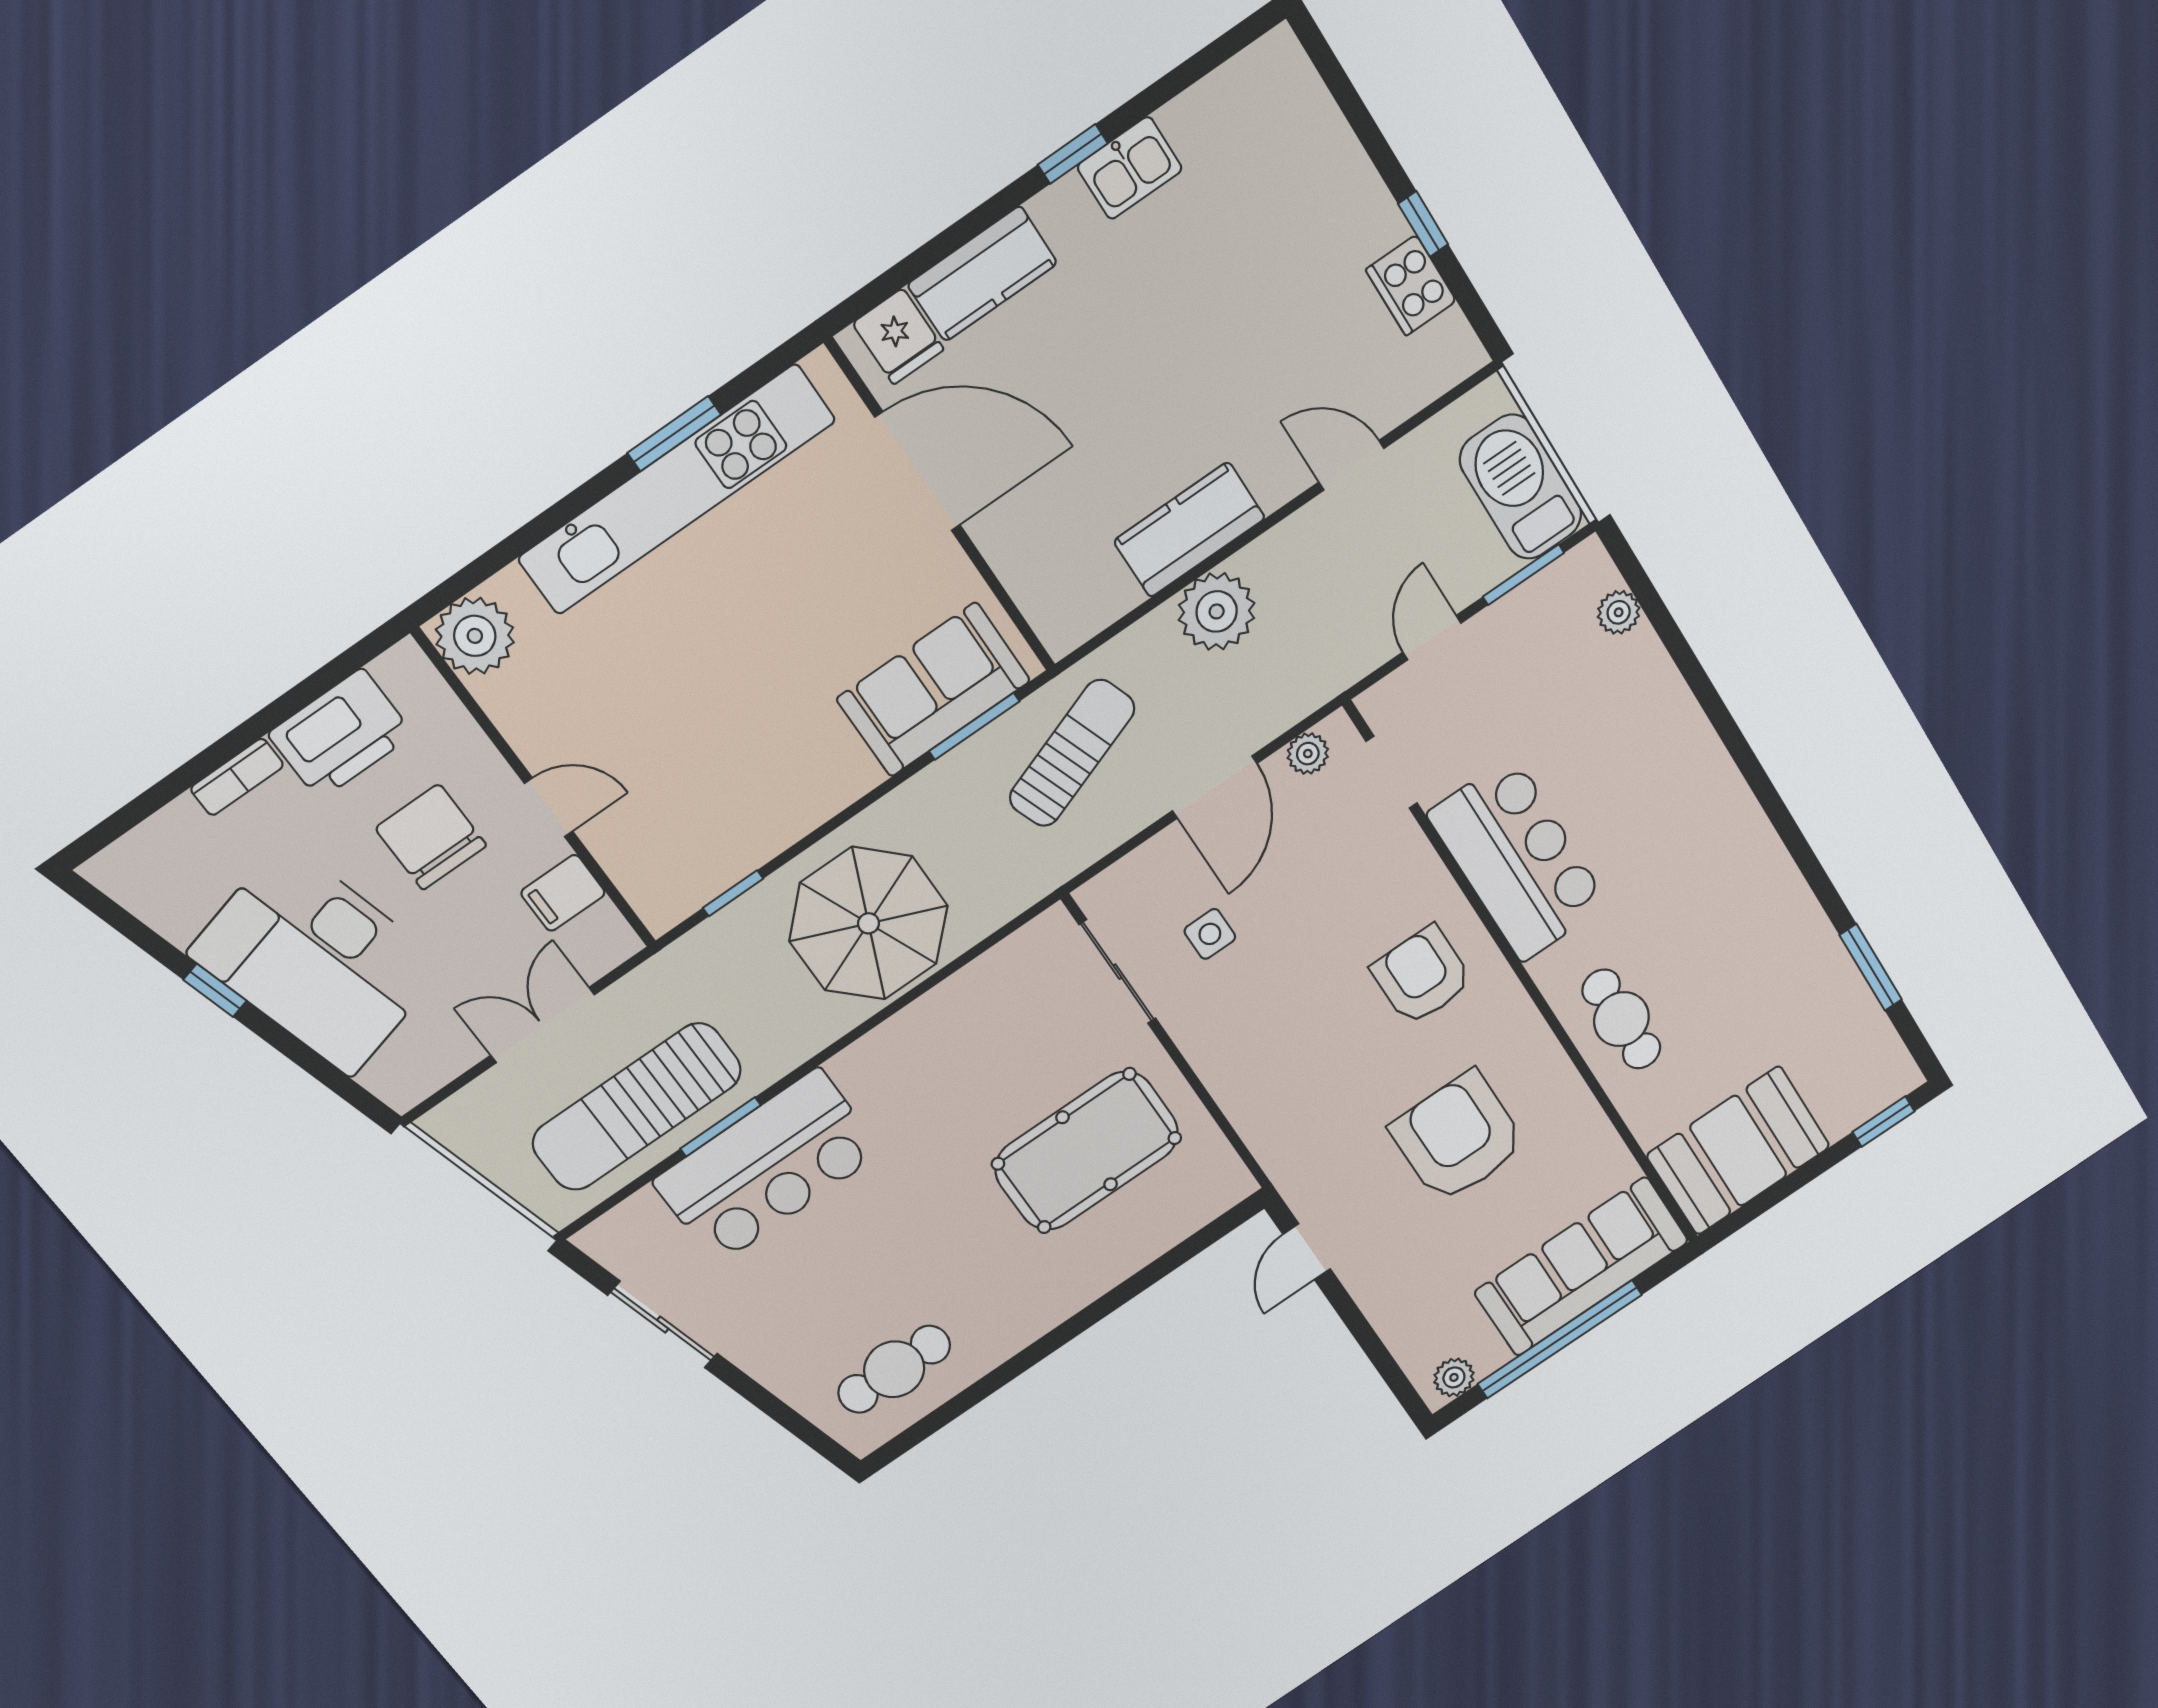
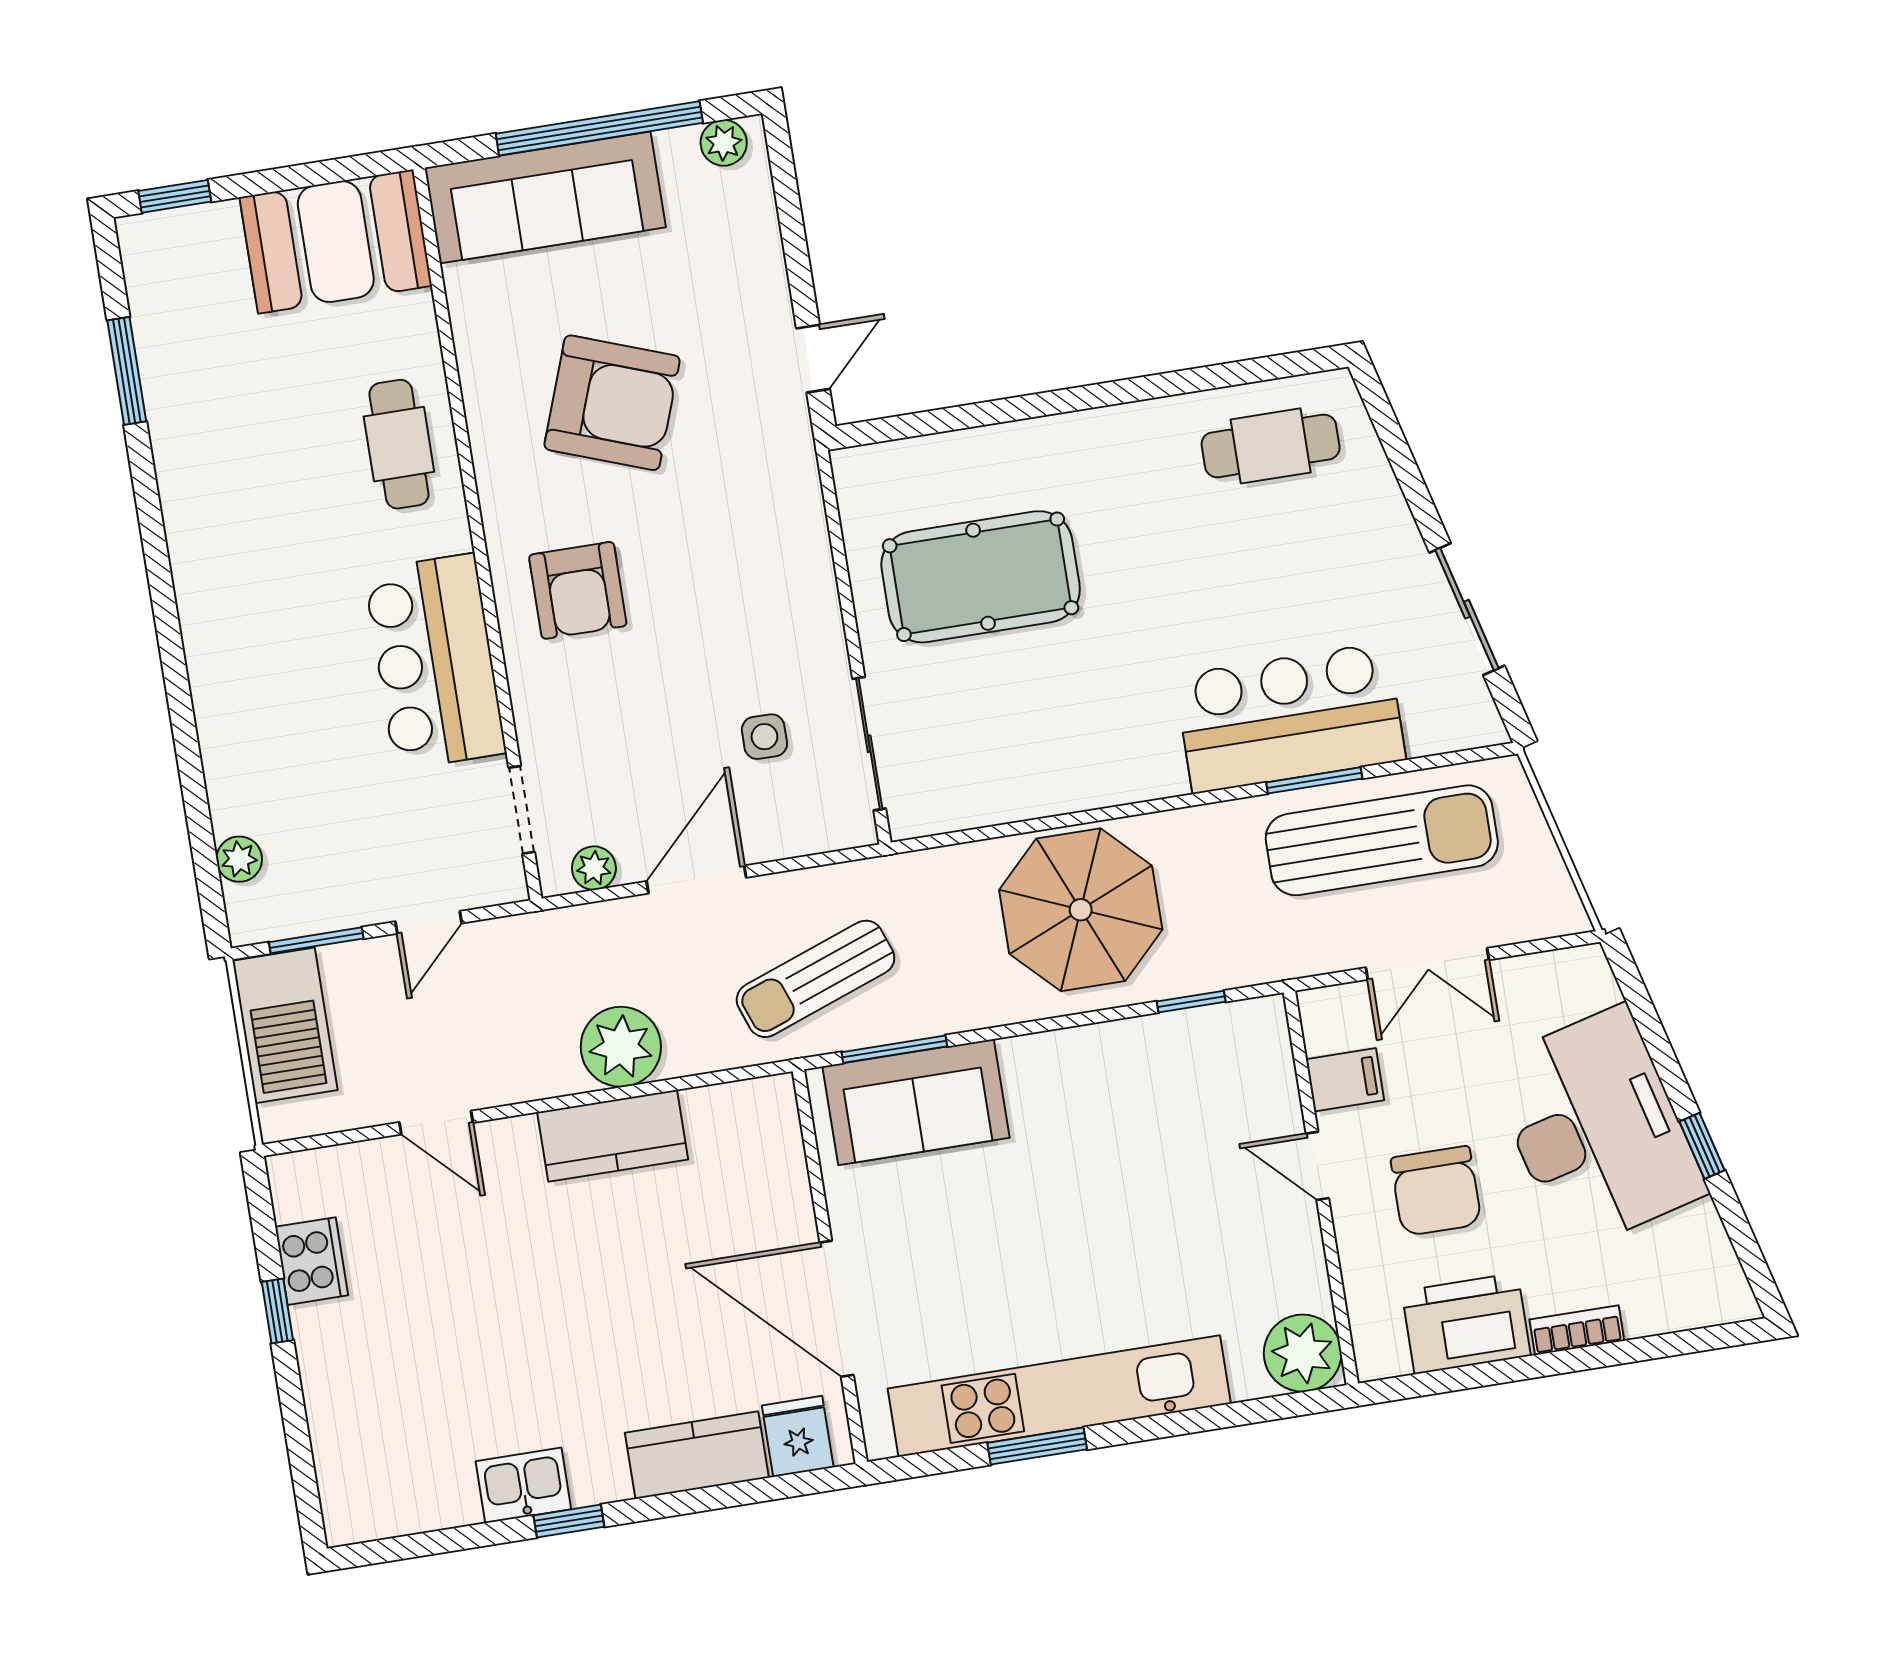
armchair: (1458, 1137) -> (612, 403), turned -70

